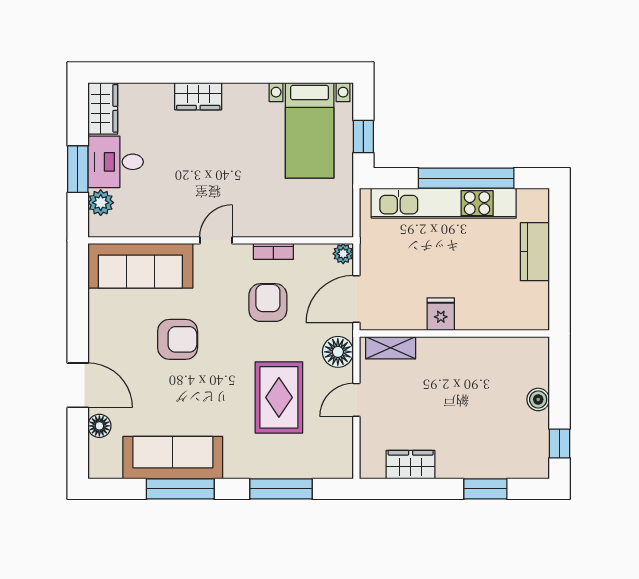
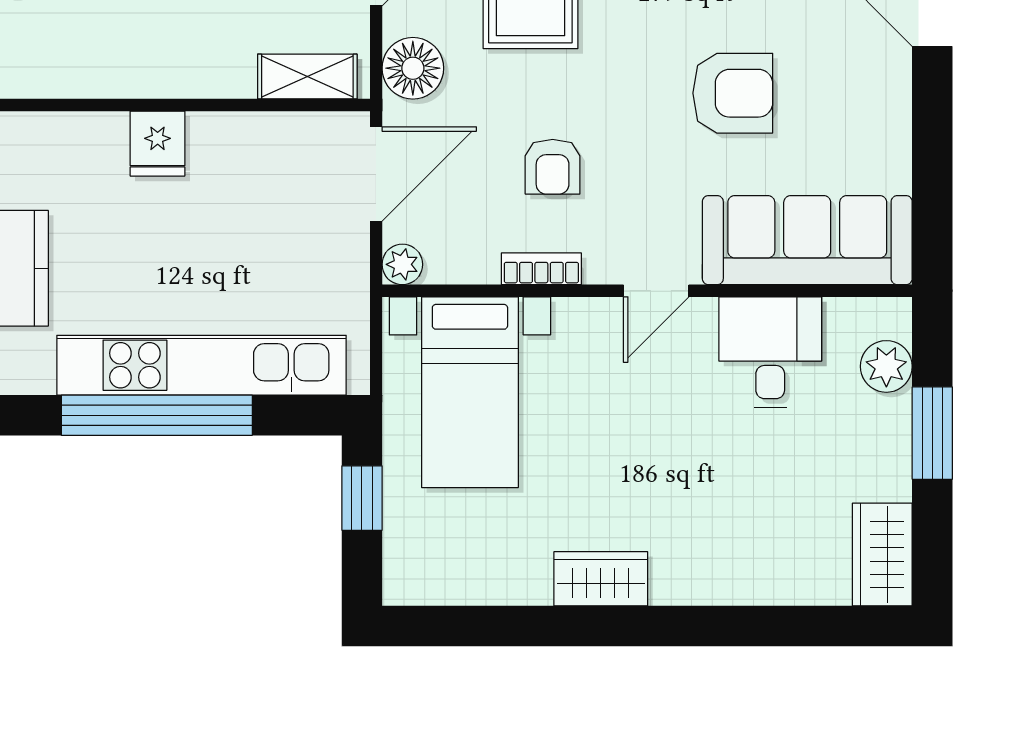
wardrobe: (198, 96) -> (601, 579), moved
bed with nightstands: (310, 130) -> (470, 392), moved, turned 180
desk: (116, 162) -> (770, 352), moved, turned -90
armchair: (268, 303) -> (553, 167), width x0.72, depth x0.72
fridge: (441, 314) -> (158, 144), moved
armchair: (178, 339) -> (733, 93), turned 180

